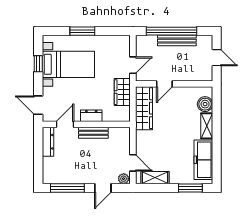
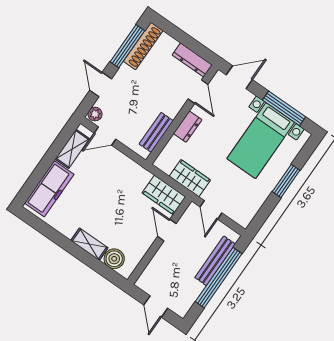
bench: (177, 41) -> (215, 261), moved
door: (217, 58) -> (156, 306), hinge flipped
window: (38, 64) -> (284, 108), width x2.17
wardrobe: (144, 108) -> (164, 195), width x0.67
bench: (93, 133) -> (156, 132), moved
freezer: (203, 160) -> (49, 189), moved, turned 90
shoe rack: (60, 178) -> (143, 46), added
window: (190, 188) -> (34, 179), removed

